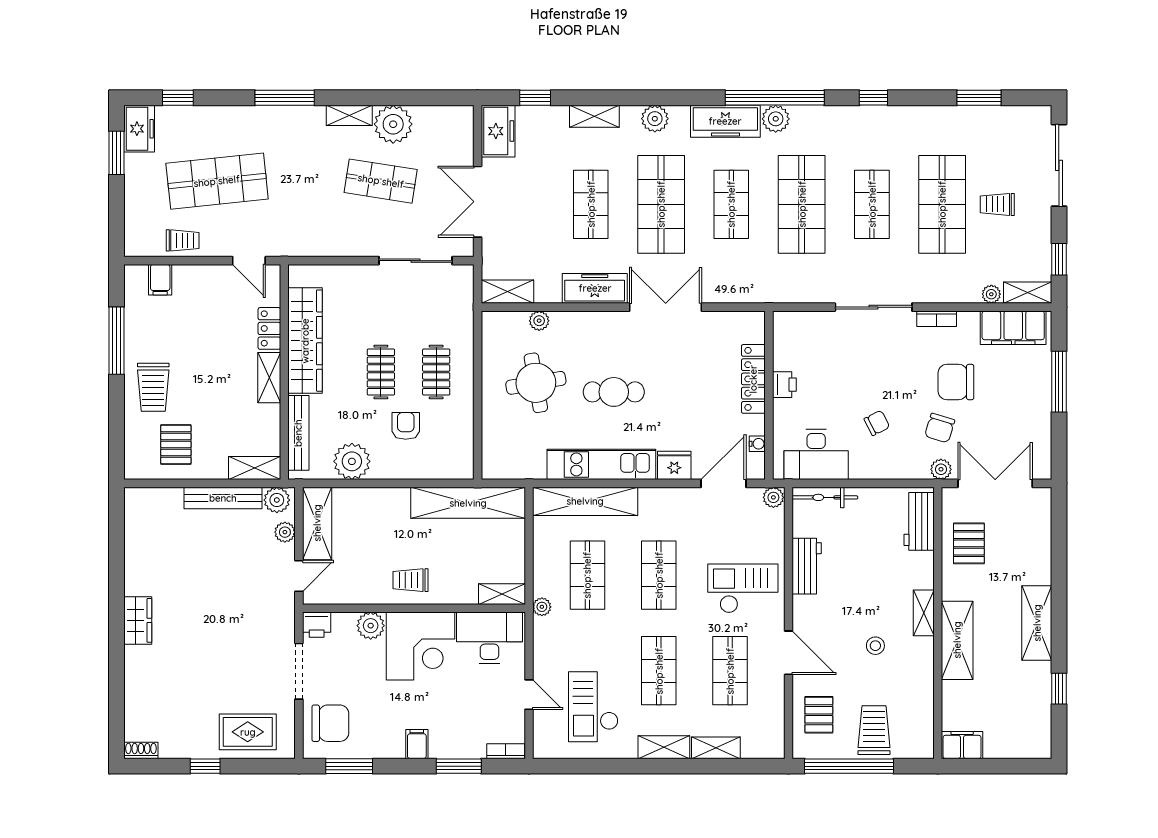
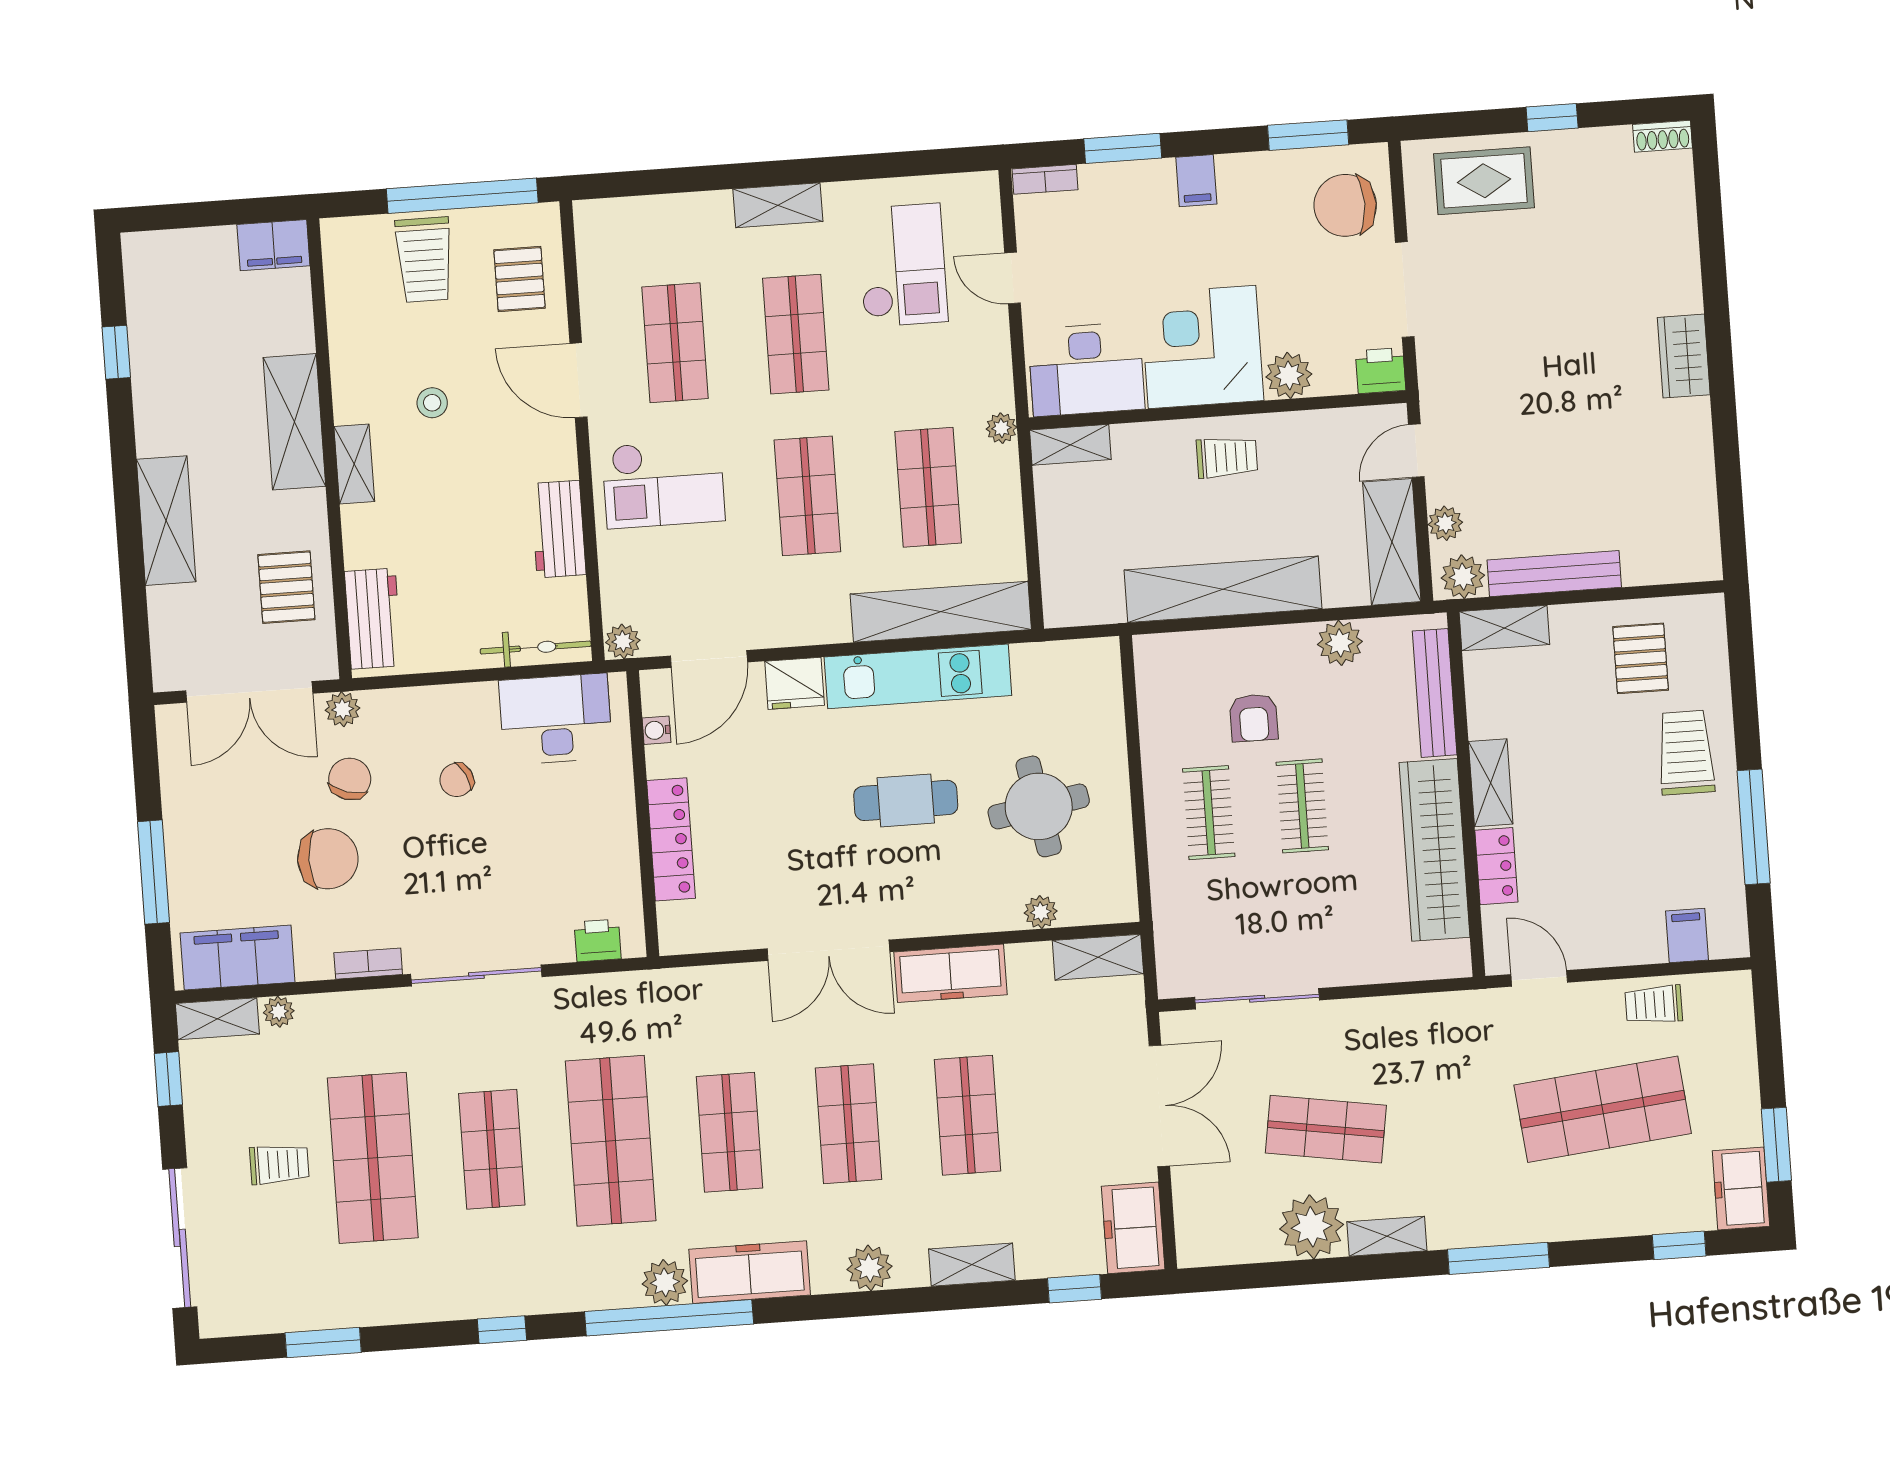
shop shelf: (661, 204) -> (849, 1124), width x0.70, depth x0.74
printer: (784, 385) -> (598, 940), moved, turned 90
plant: (352, 461) -> (1340, 643), width x0.73, depth x0.73
shelving: (468, 503) -> (1223, 589), moved
shelving: (1037, 623) -> (166, 521), moved
shelving: (716, 748) -> (690, 211), removed

